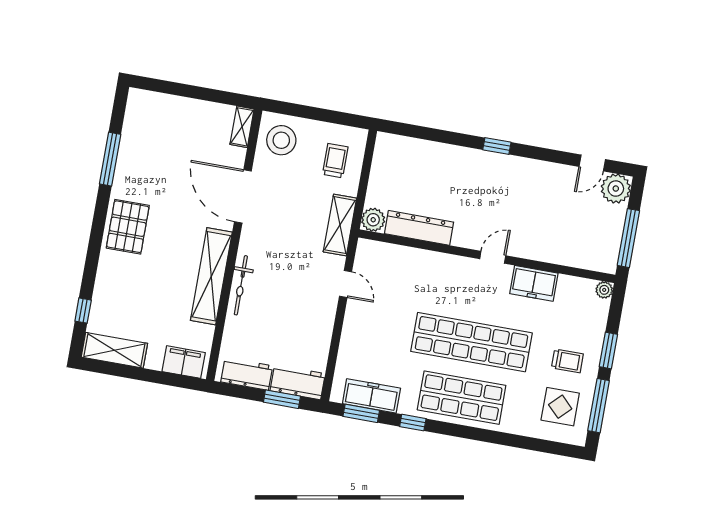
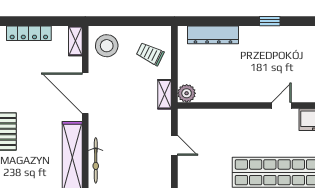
locker: (184, 106) -> (29, 33), added
trolley: (335, 161) -> (150, 54), turned -64
shelving: (340, 225) -> (164, 94), width x0.67, depth x0.75
dresser: (419, 228) -> (213, 35), moved, turned 180

